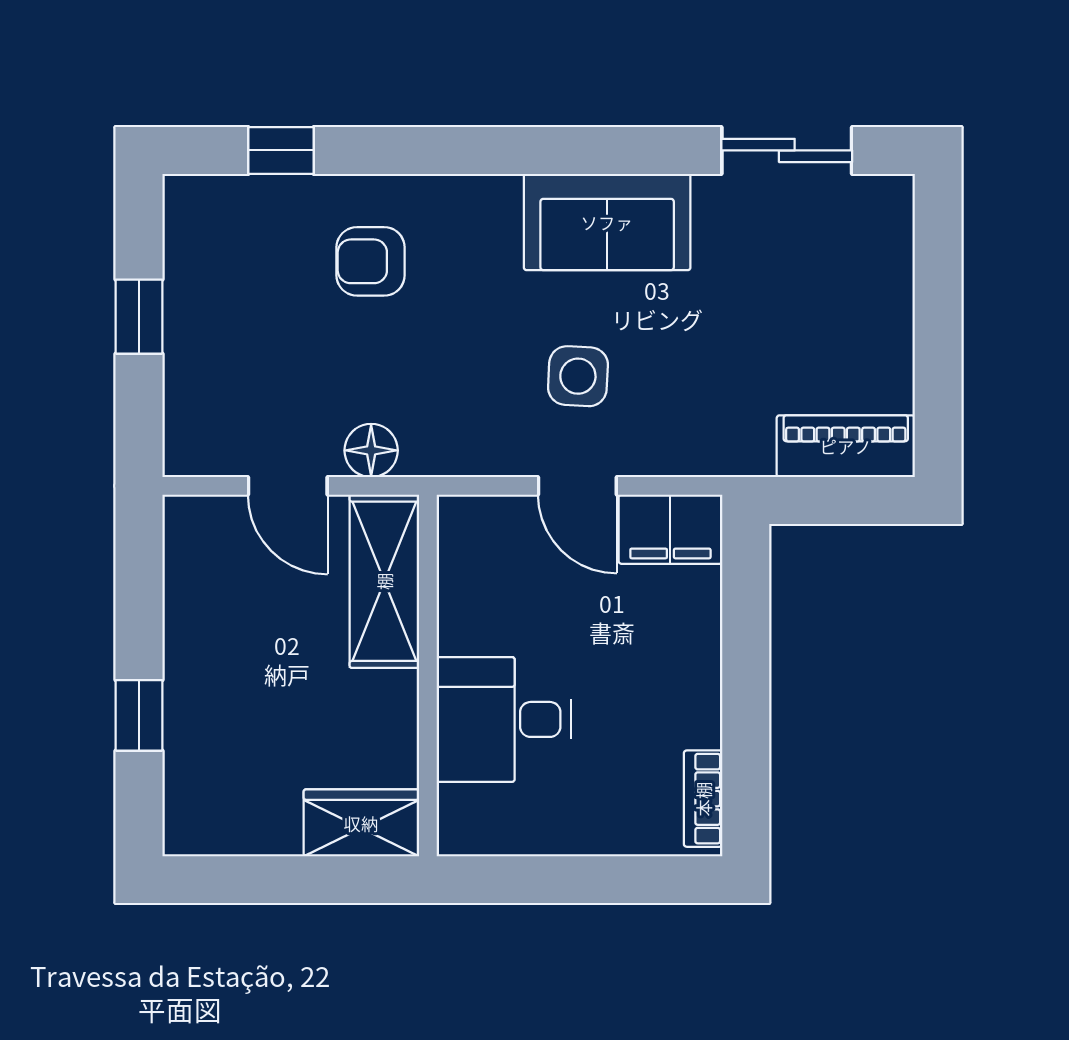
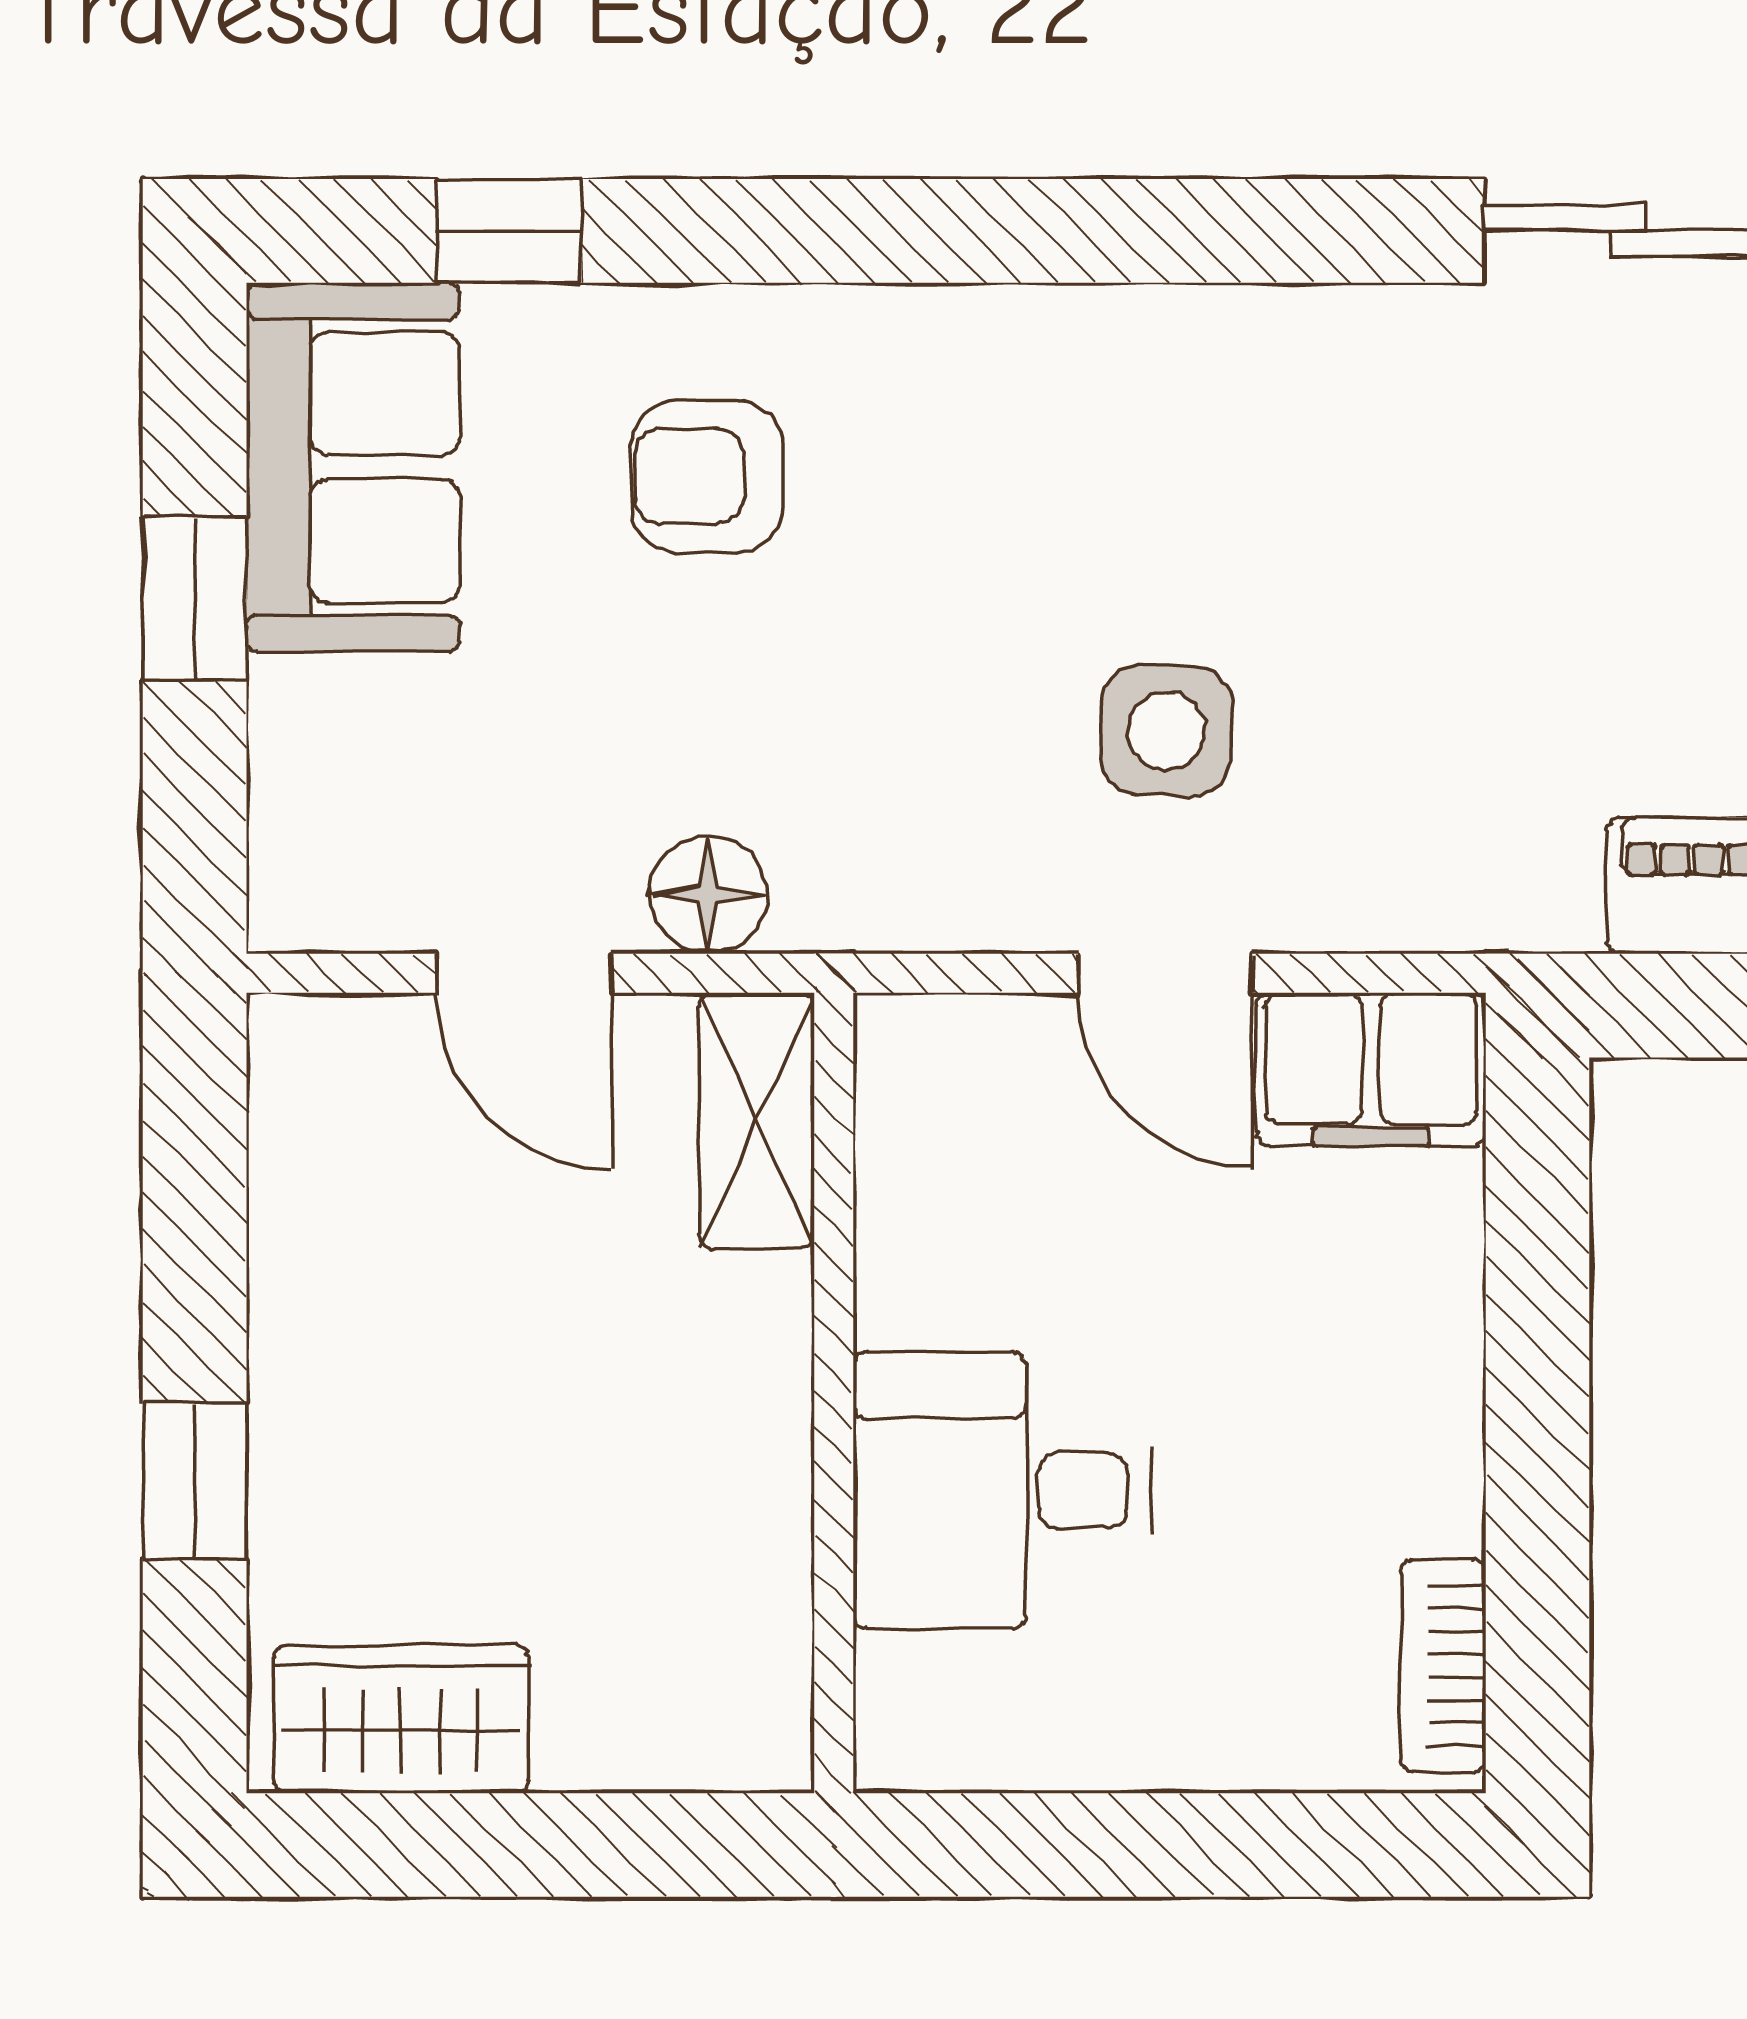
sofa: (607, 222) -> (353, 467), moved, turned -90
shelving: (384, 581) -> (757, 1121), width x0.67, depth x0.75
wardrobe: (361, 823) -> (401, 1719), moved

